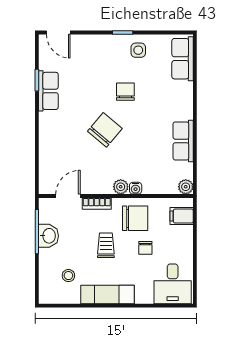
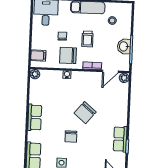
row of seats: (183, 141) -> (35, 117), moved
plant: (121, 187) -> (124, 78), moved

